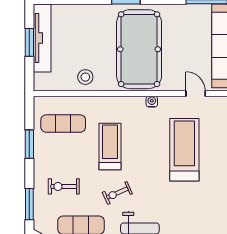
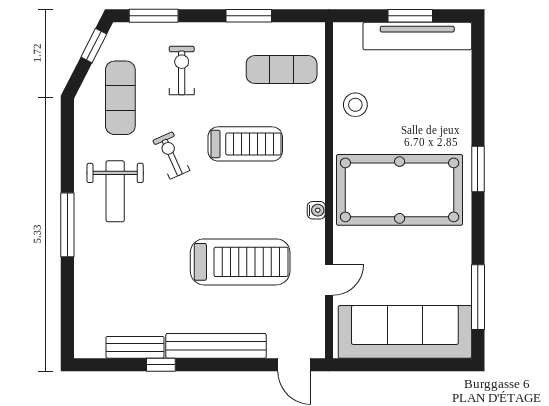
exercise mat: (63, 124) -> (282, 69), turned 90

